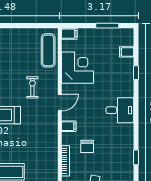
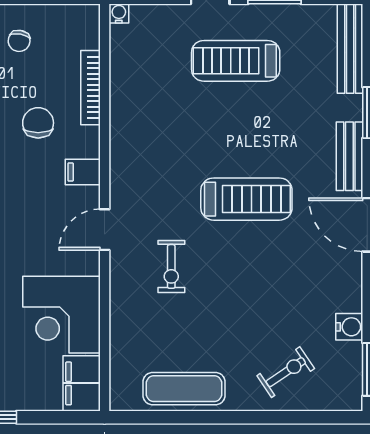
filing cabinet: (69, 34) -> (82, 383), width x2.00
exercise mat: (48, 50) -> (184, 389), moved, turned 90

